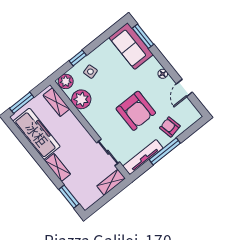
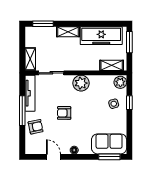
plant: (81, 99) -> (81, 83), moved
armchair: (136, 111) -> (64, 113), width x0.53, depth x0.53

